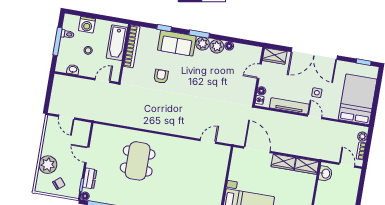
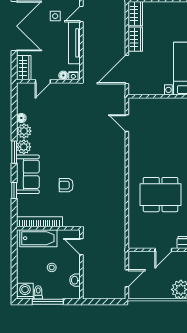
washing machine: (87, 25) -> (25, 291), moved, turned -90
door: (259, 71) -> (43, 81), hinge flipped

